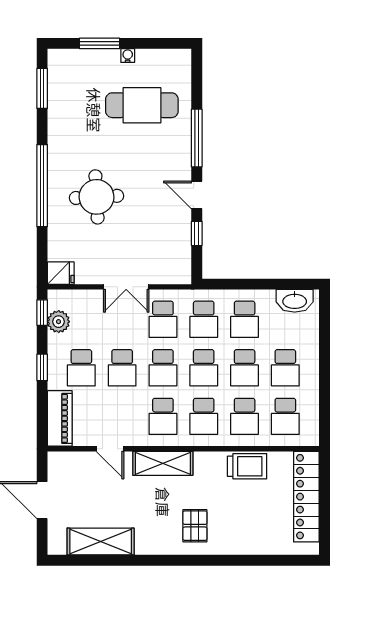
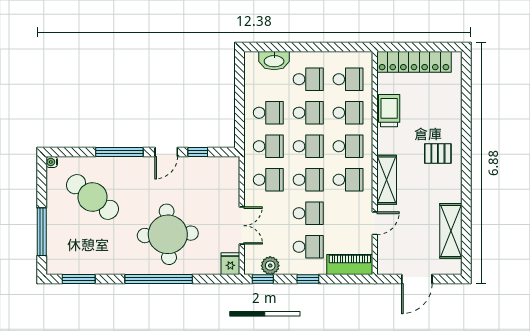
window: (100, 43) -> (42, 232), width x1.44
water cooler: (128, 56) -> (52, 162), moved
cafe table: (142, 105) -> (92, 197), turned -52
round table: (97, 197) -> (168, 234), width x1.36, depth x1.36
double door: (126, 287) -> (242, 226), moved
washbasin: (295, 301) -> (274, 61), moved, turned 90

